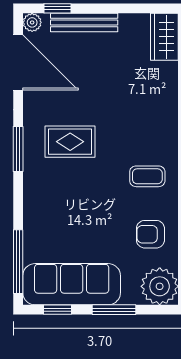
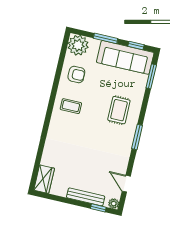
door: (18, 62) -> (126, 184), width x0.53
rug: (70, 142) -> (119, 110), moved, turned 90
window: (18, 262) -> (151, 76), width x0.69

